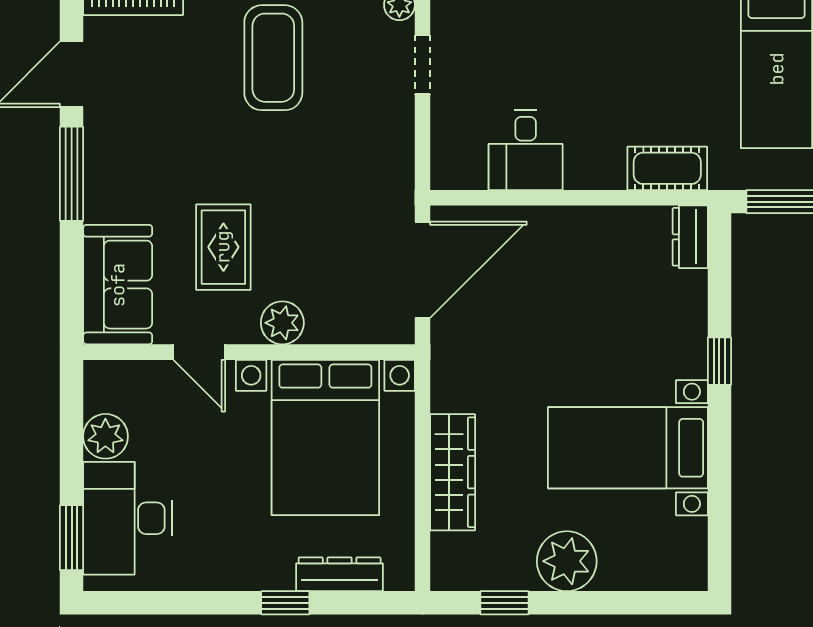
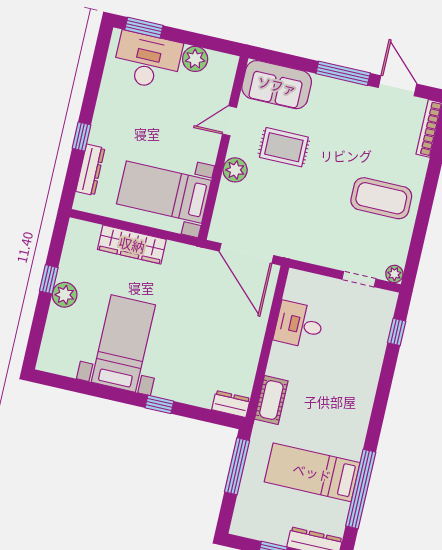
bed with nightstands: (325, 437) -> (164, 192), width x0.73
plant: (567, 561) -> (65, 295), width x0.73, depth x0.73
window: (504, 603) -> (49, 279), moved

